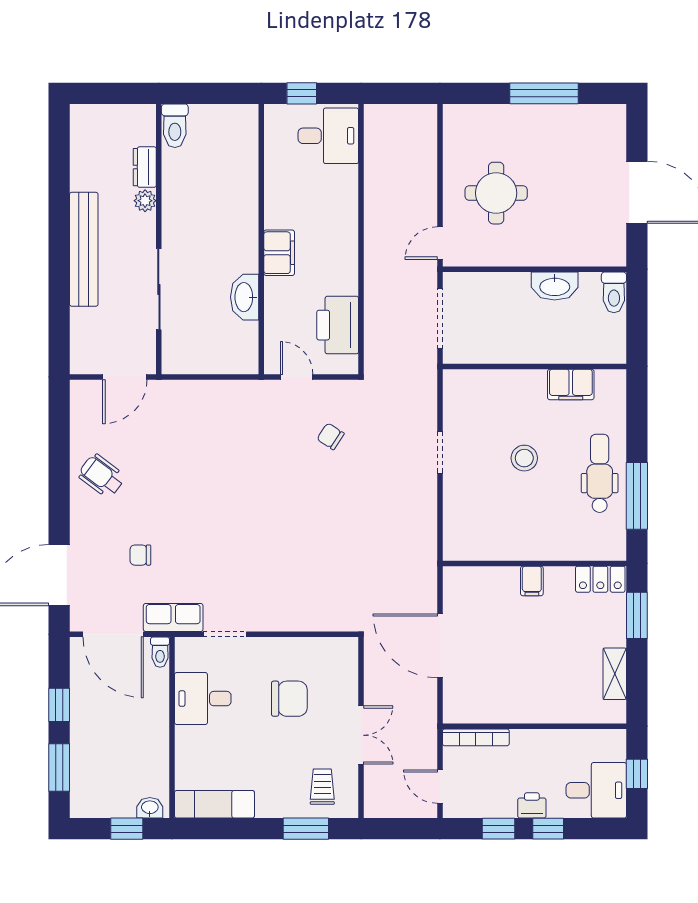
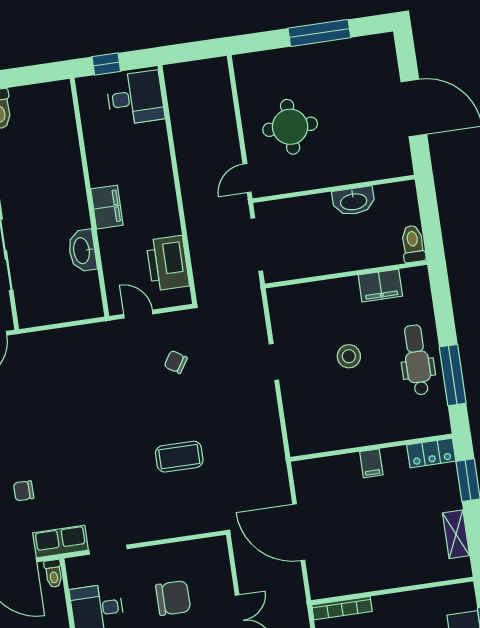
toilet: (614, 292) -> (413, 244), moved, turned 180
coffee table: (319, 542) -> (179, 457), added

